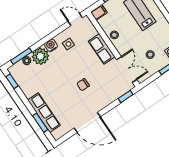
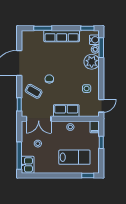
water cooler: (51, 45) -> (94, 40), moved
coffee table: (104, 91) -> (34, 91), added
row of seats: (44, 113) -> (62, 36), moved

